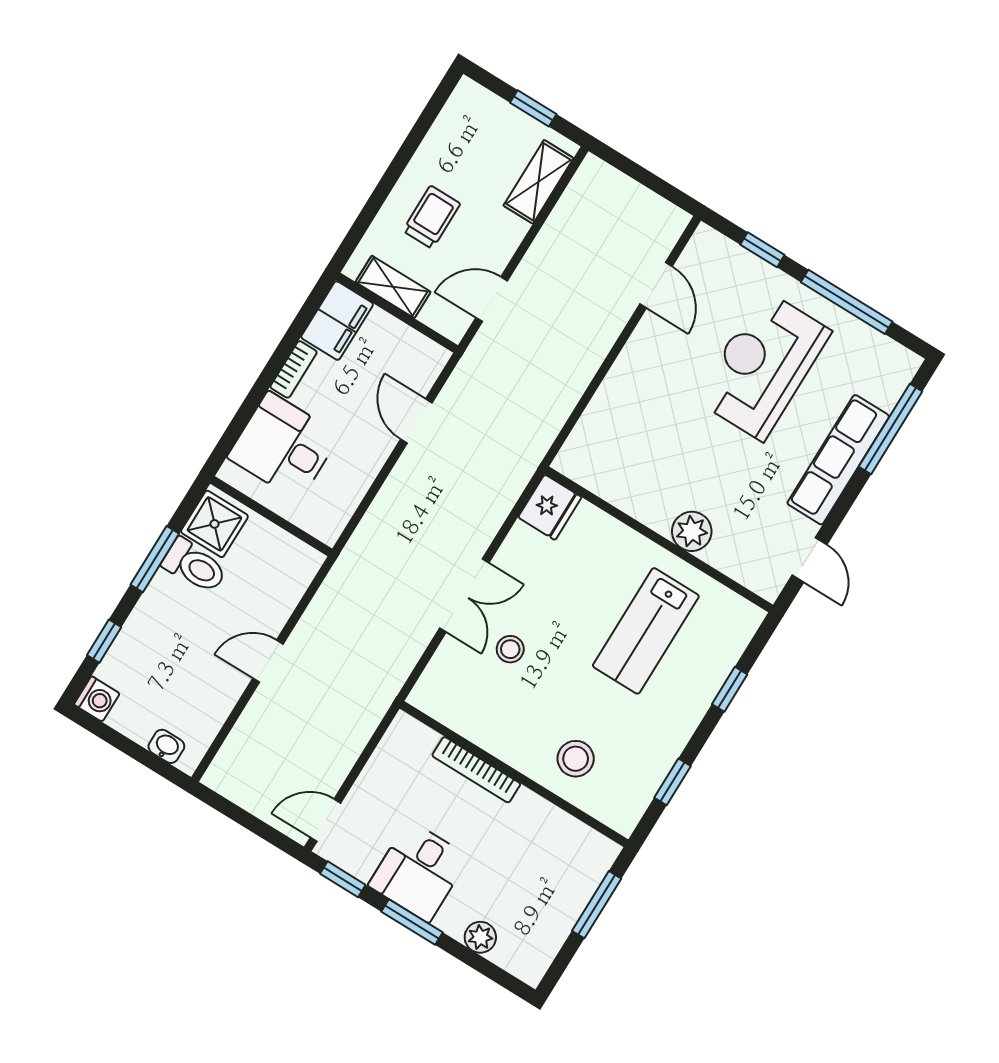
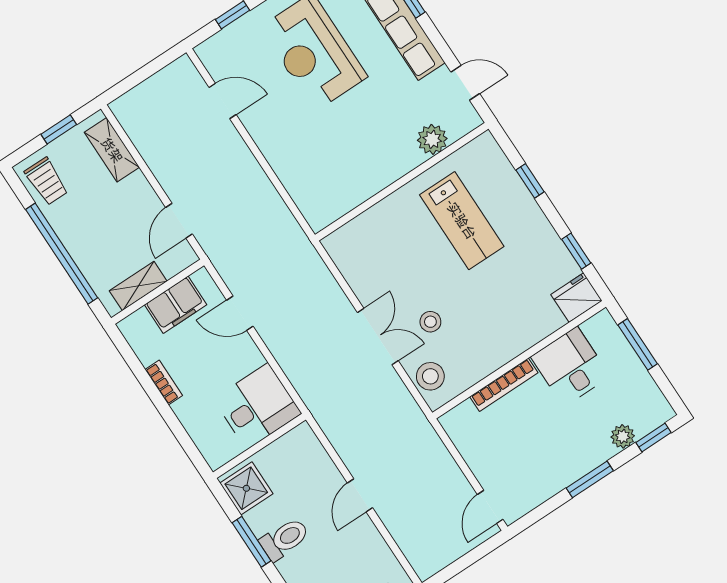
window: (389, 179) -> (62, 254), added
trolley: (432, 217) -> (46, 181), moved, turned 180
filing cabinet: (337, 321) -> (176, 305), moved, turned 90
desk: (284, 446) -> (257, 406), moved, turned 180
fridge: (550, 507) -> (576, 298), moved, turned -90
plant: (692, 531) -> (432, 139), moved
toilet: (195, 566) -> (284, 539), moved
stool: (576, 759) -> (430, 376), moved
desk: (419, 871) -> (570, 367), moved, turned 180
window: (343, 879) -> (653, 437), moved

